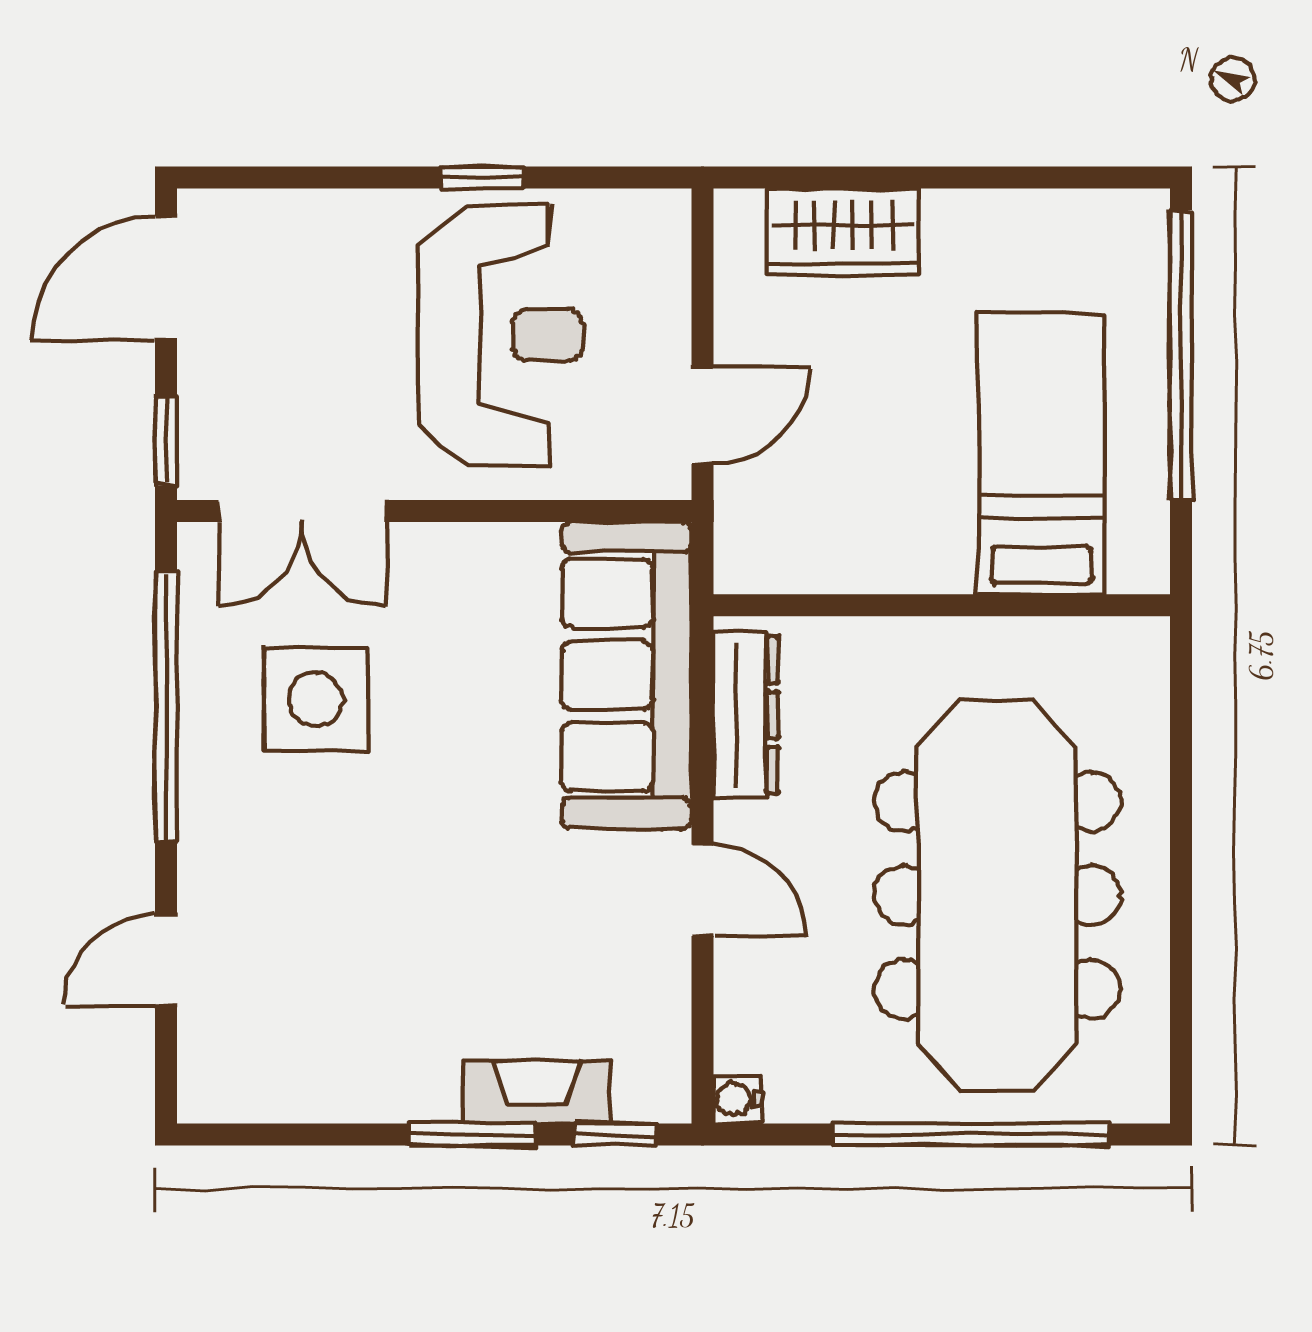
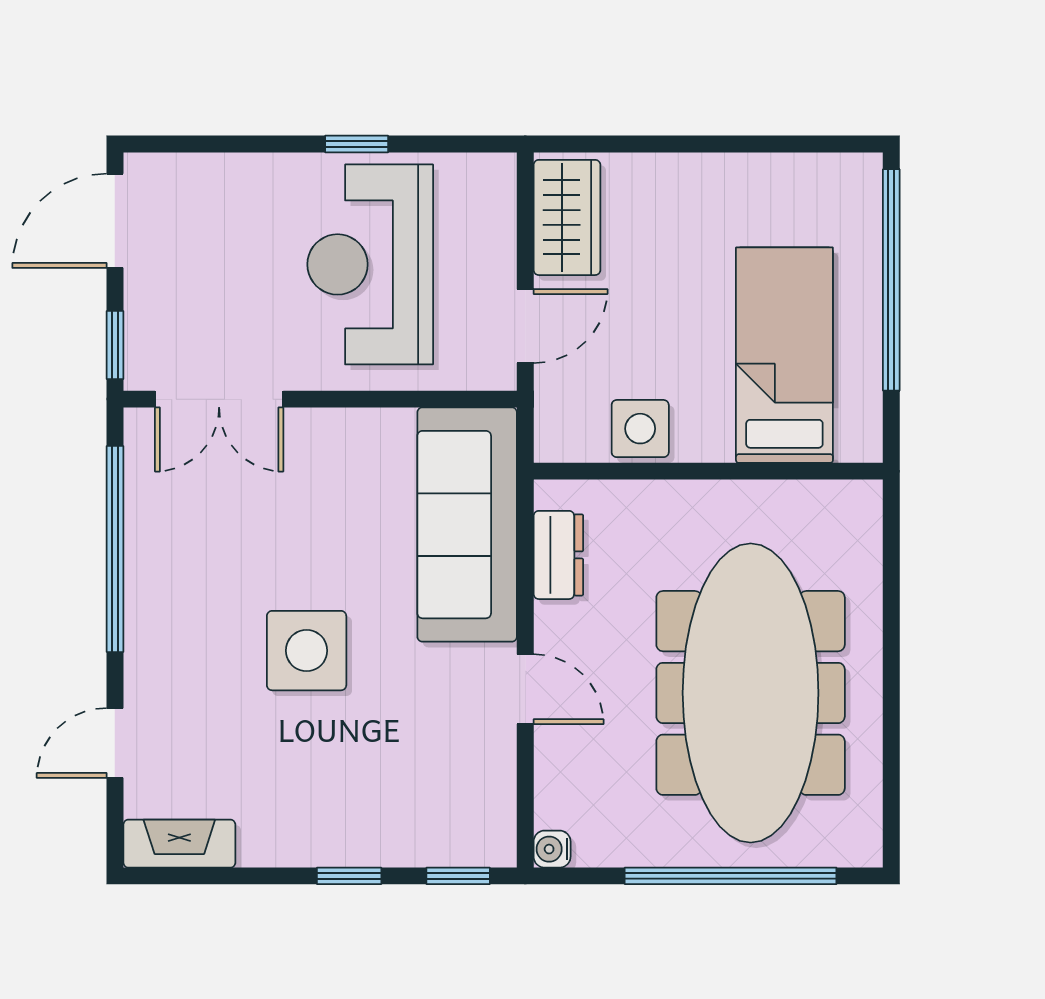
wardrobe: (843, 232) -> (567, 217), moved, turned -90
reception desk: (500, 335) -> (370, 264), turned 180
side table: (853, 550) -> (640, 429), added
side table: (316, 699) -> (307, 651), moved
dresser: (746, 715) -> (558, 555), width x0.70
fireplace: (537, 1092) -> (179, 844), moved
window: (472, 1134) -> (349, 876), width x0.67

